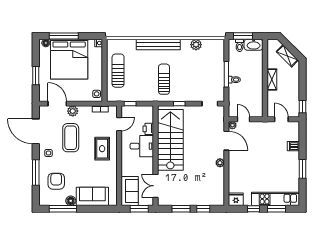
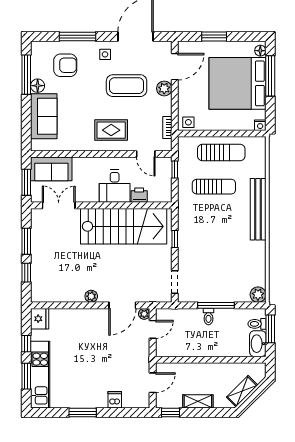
plant: (196, 45) -> (258, 295), moved
sun lounger: (164, 79) -> (214, 187), moved
shelving: (272, 80) -> (198, 401), moved

